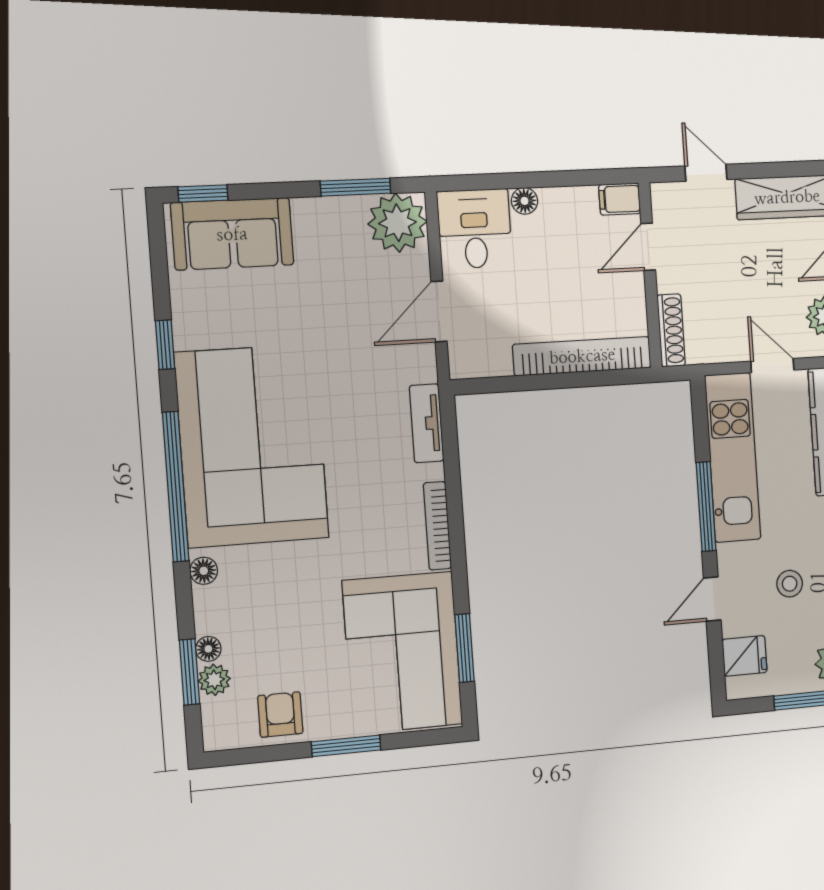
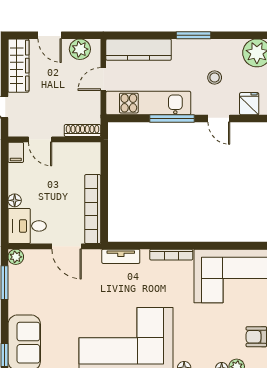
plant: (397, 223) -> (16, 257), width x0.53, depth x0.53
bookcase: (582, 356) -> (93, 209), moved
window: (465, 648) -> (232, 245), removed

